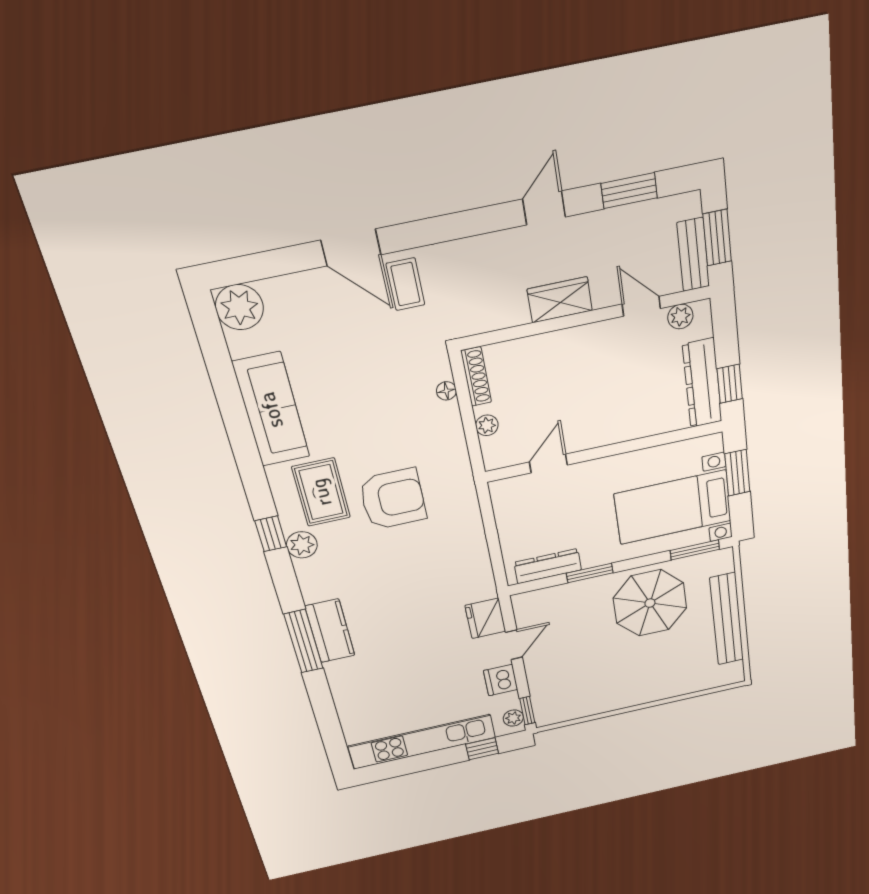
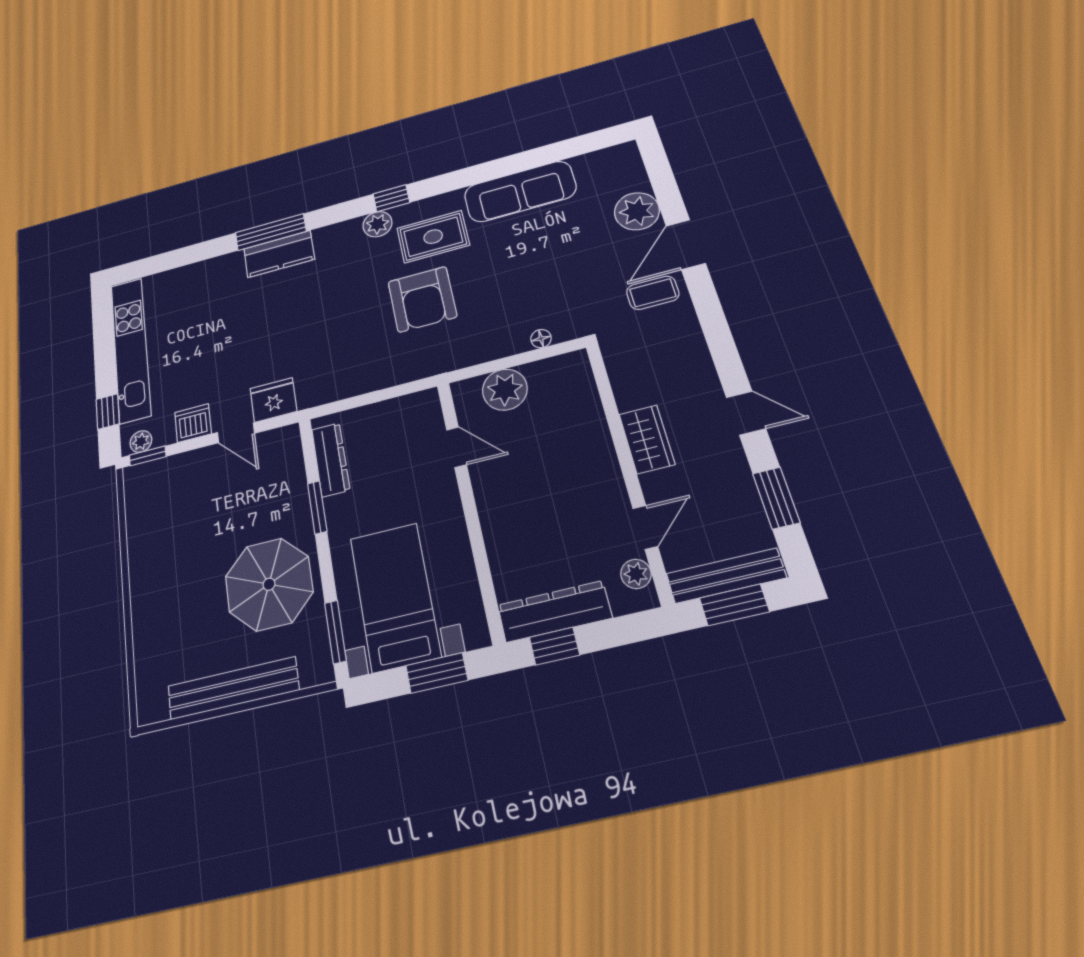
bench: (693, 255) -> (726, 576), width x1.36
plant: (239, 307) -> (637, 211), moved
shoe rack: (476, 377) -> (557, 365), removed
plant: (487, 425) -> (505, 390), width x1.88, depth x1.88

